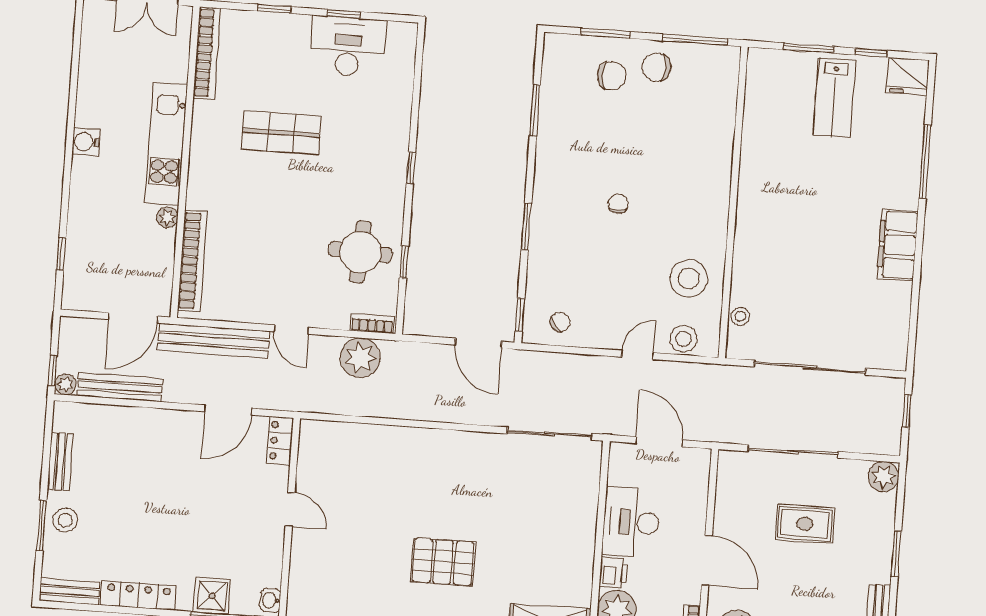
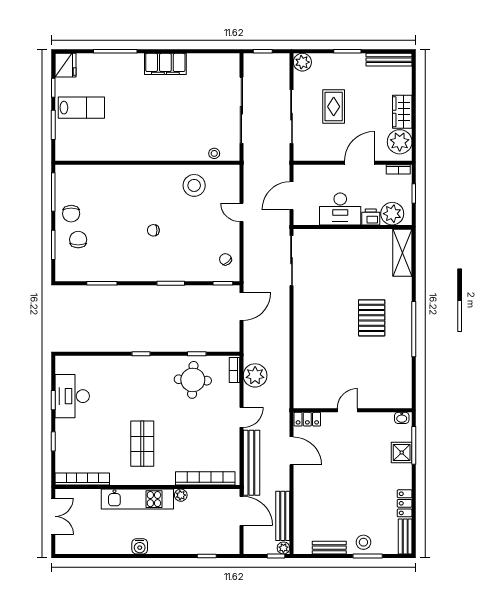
shop shelf: (281, 133) -> (142, 444), moved
stool: (683, 339) -> (230, 186), removed
locker: (139, 595) -> (405, 503), width x0.66

